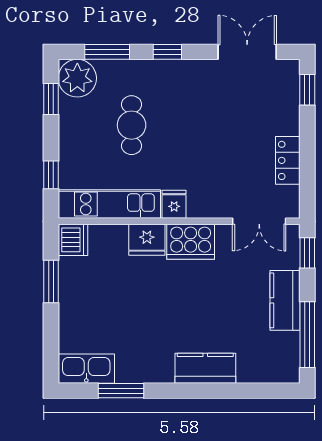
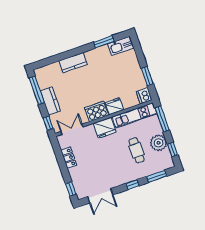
plant: (77, 78) -> (158, 143), moved
window: (51, 175) -> (162, 119), width x2.17
fridge: (174, 204) -> (105, 128), width x1.88, depth x1.34

